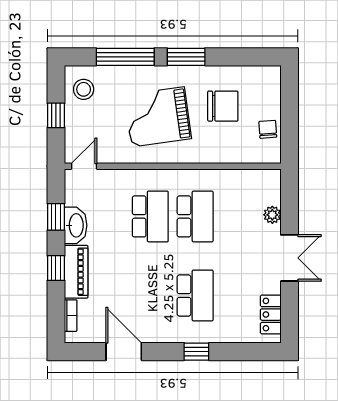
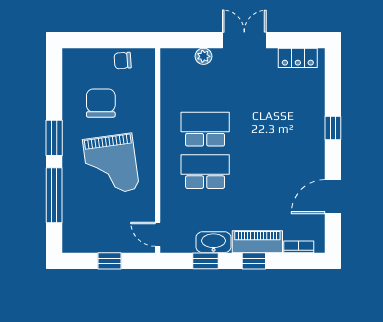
stool: (84, 89) -> (85, 235), removed
school desk: (195, 296) -> (280, 129), removed

